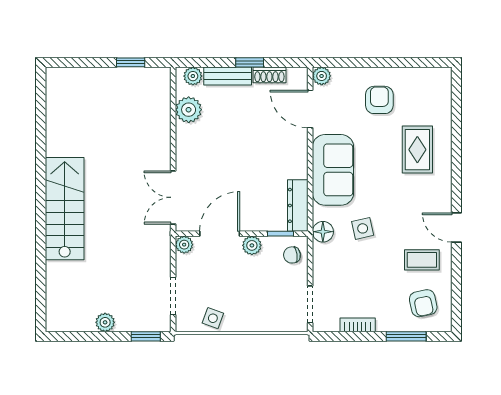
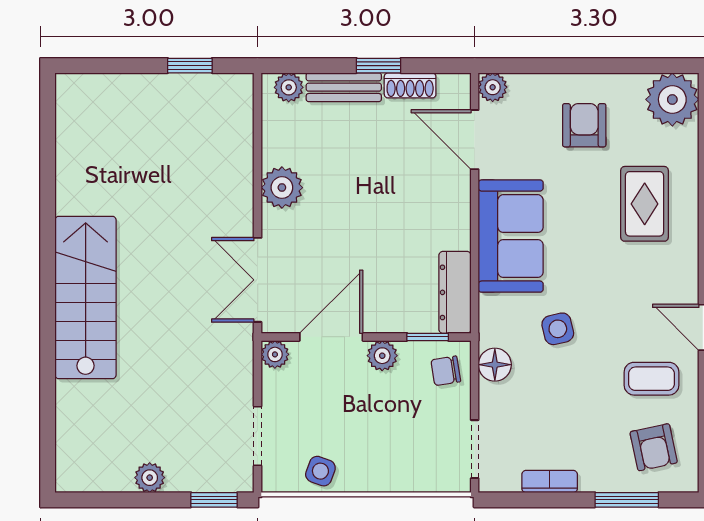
plant: (435, 84) -> (672, 99), added
plant: (189, 110) -> (282, 188), moved
floor lamp: (323, 232) -> (495, 365), moved

